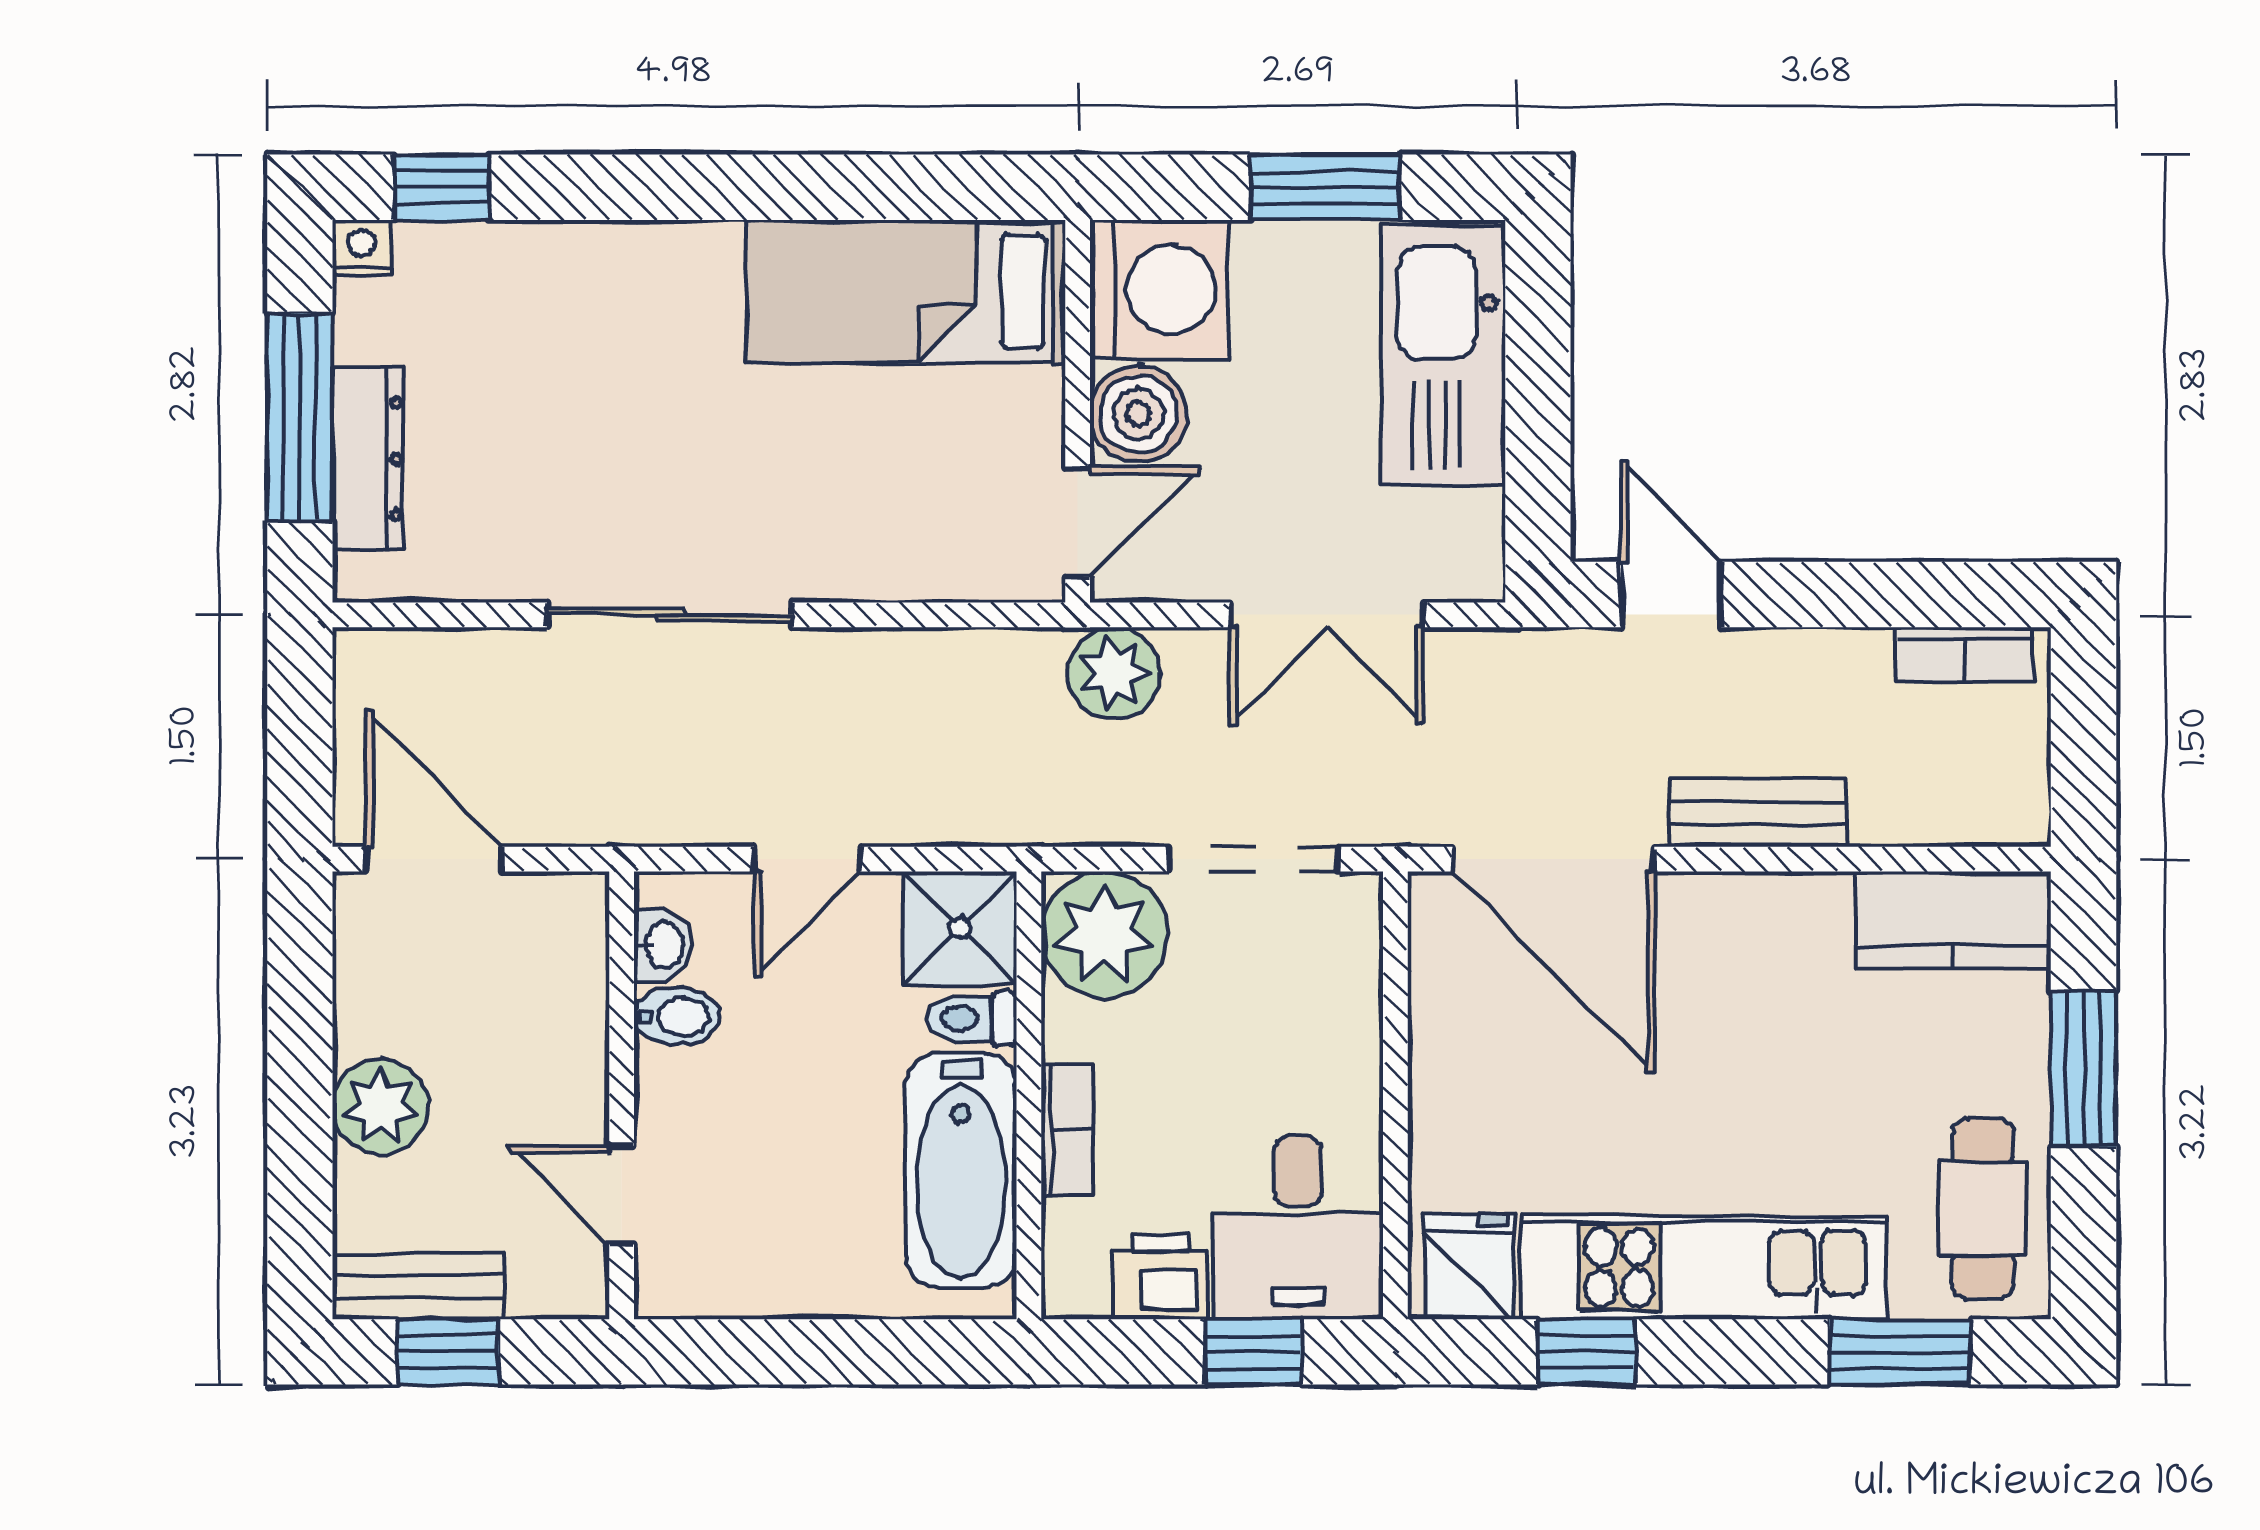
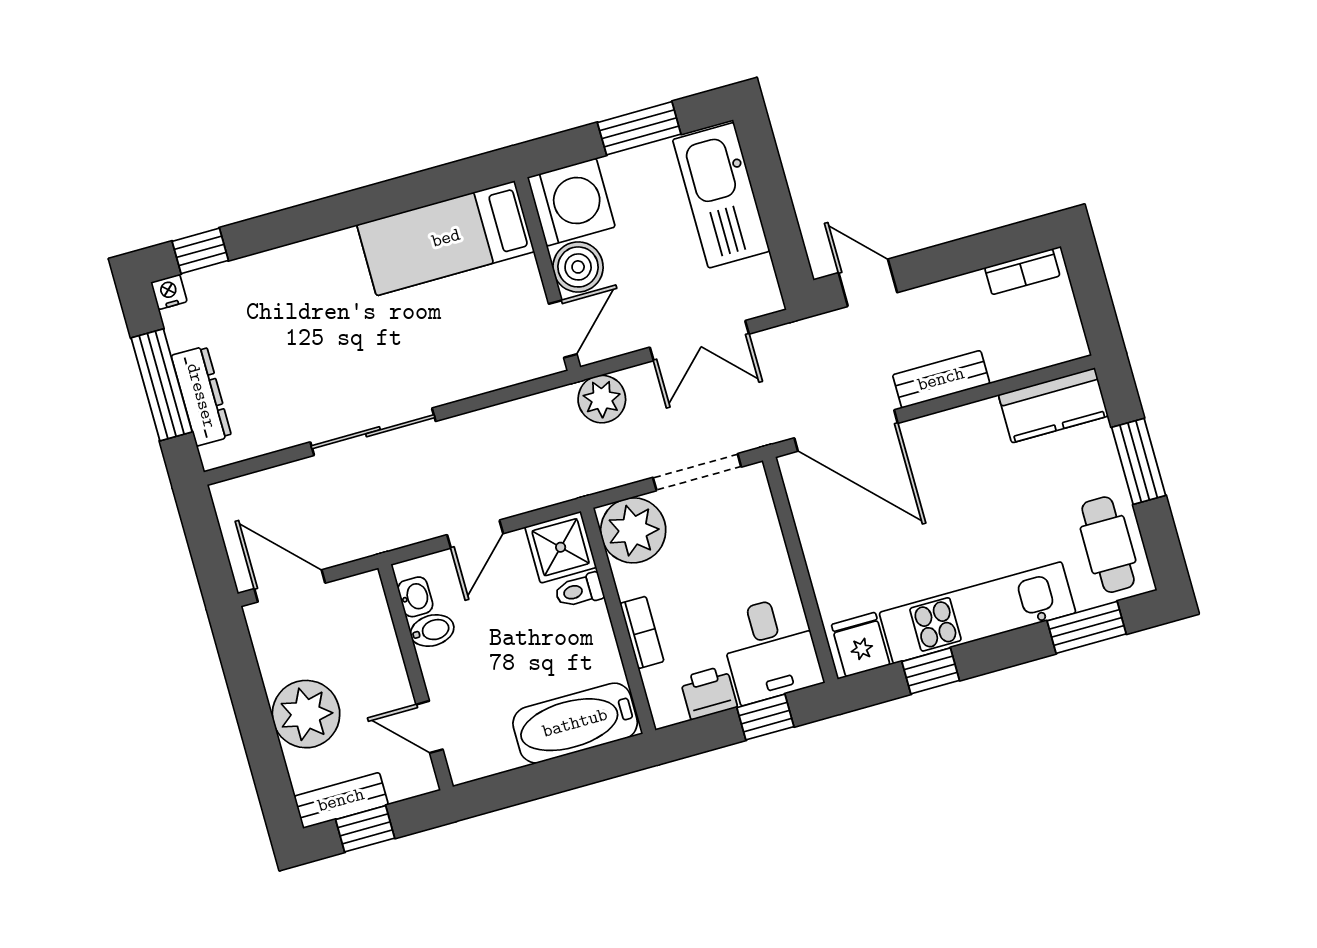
plant: (380, 1107) -> (306, 714), width x1.36, depth x1.36
bathtub: (961, 1170) -> (575, 723), moved, turned 90

